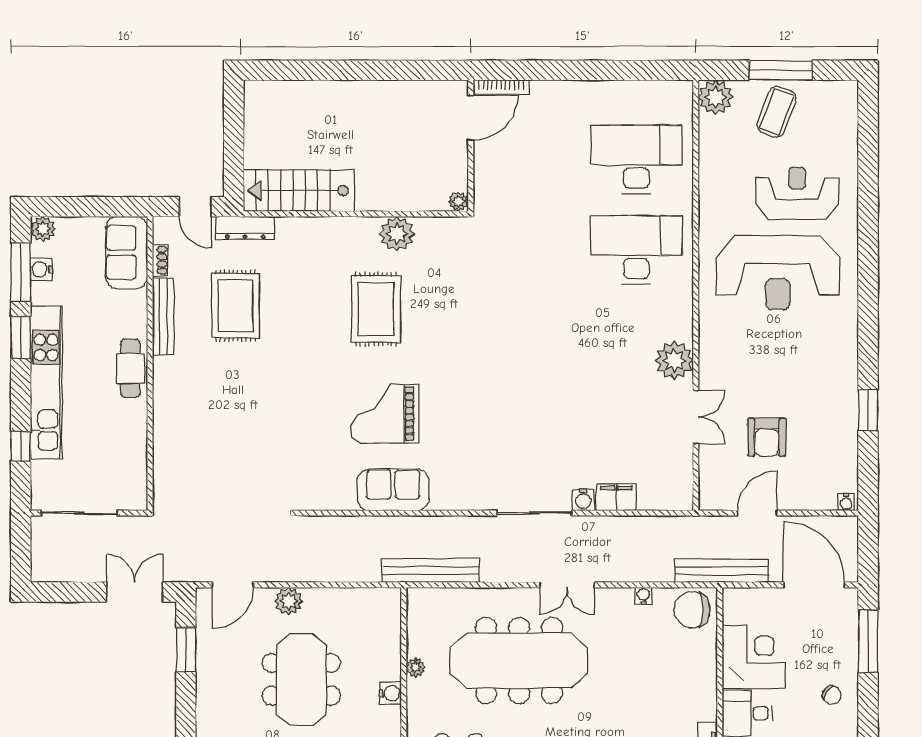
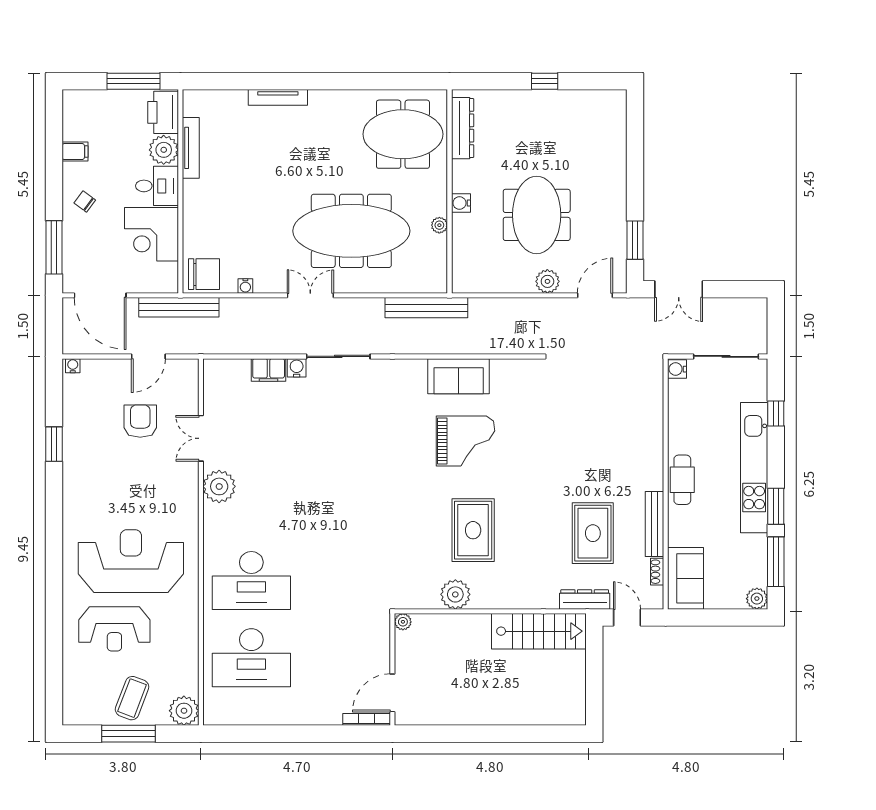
water cooler: (41, 269) -> (677, 369), moved, turned 180

